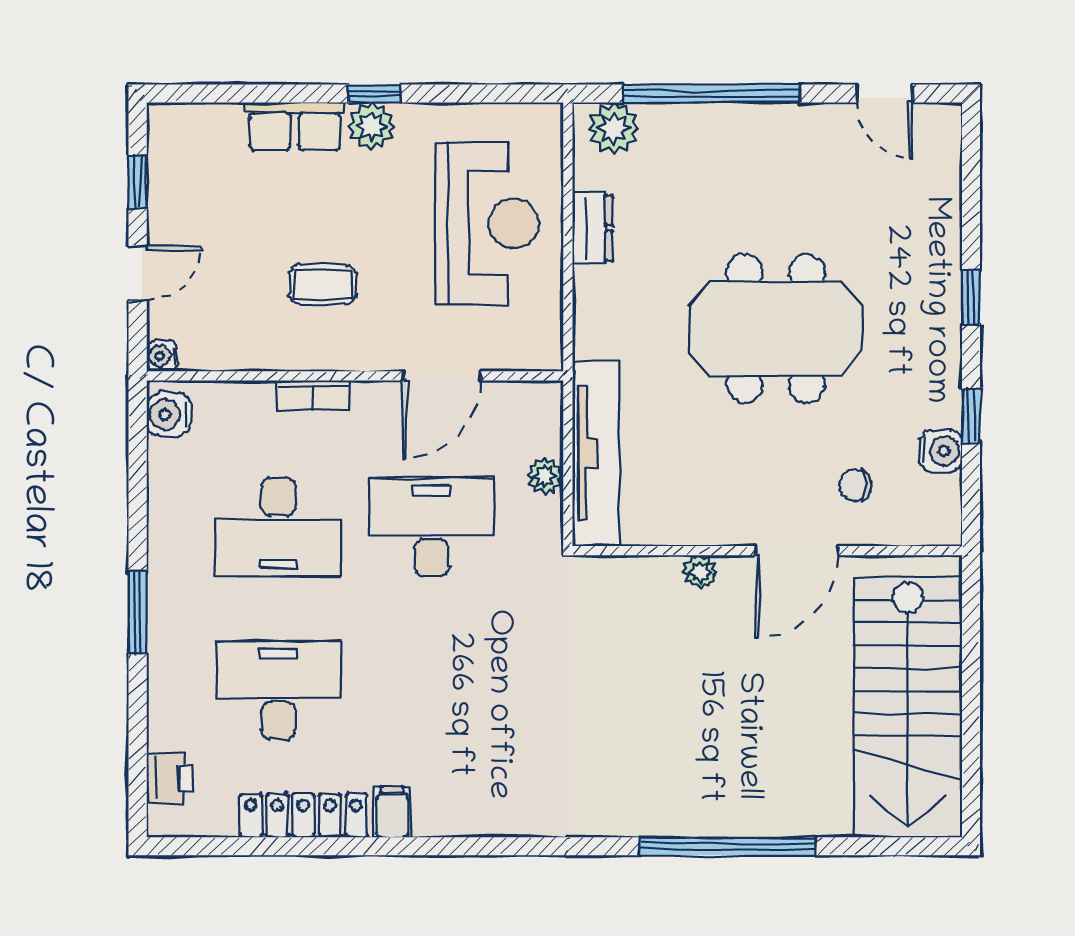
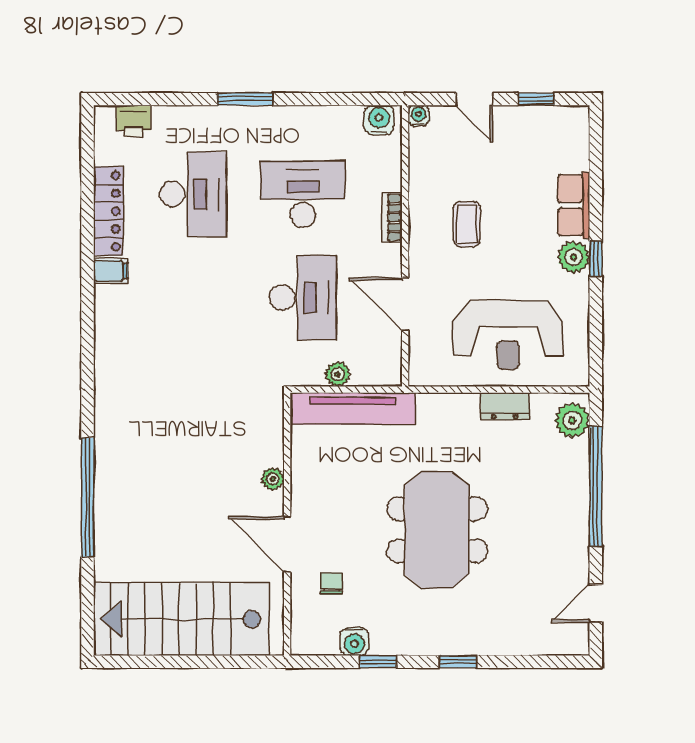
desk: (278, 527) -> (303, 194), turned 90

